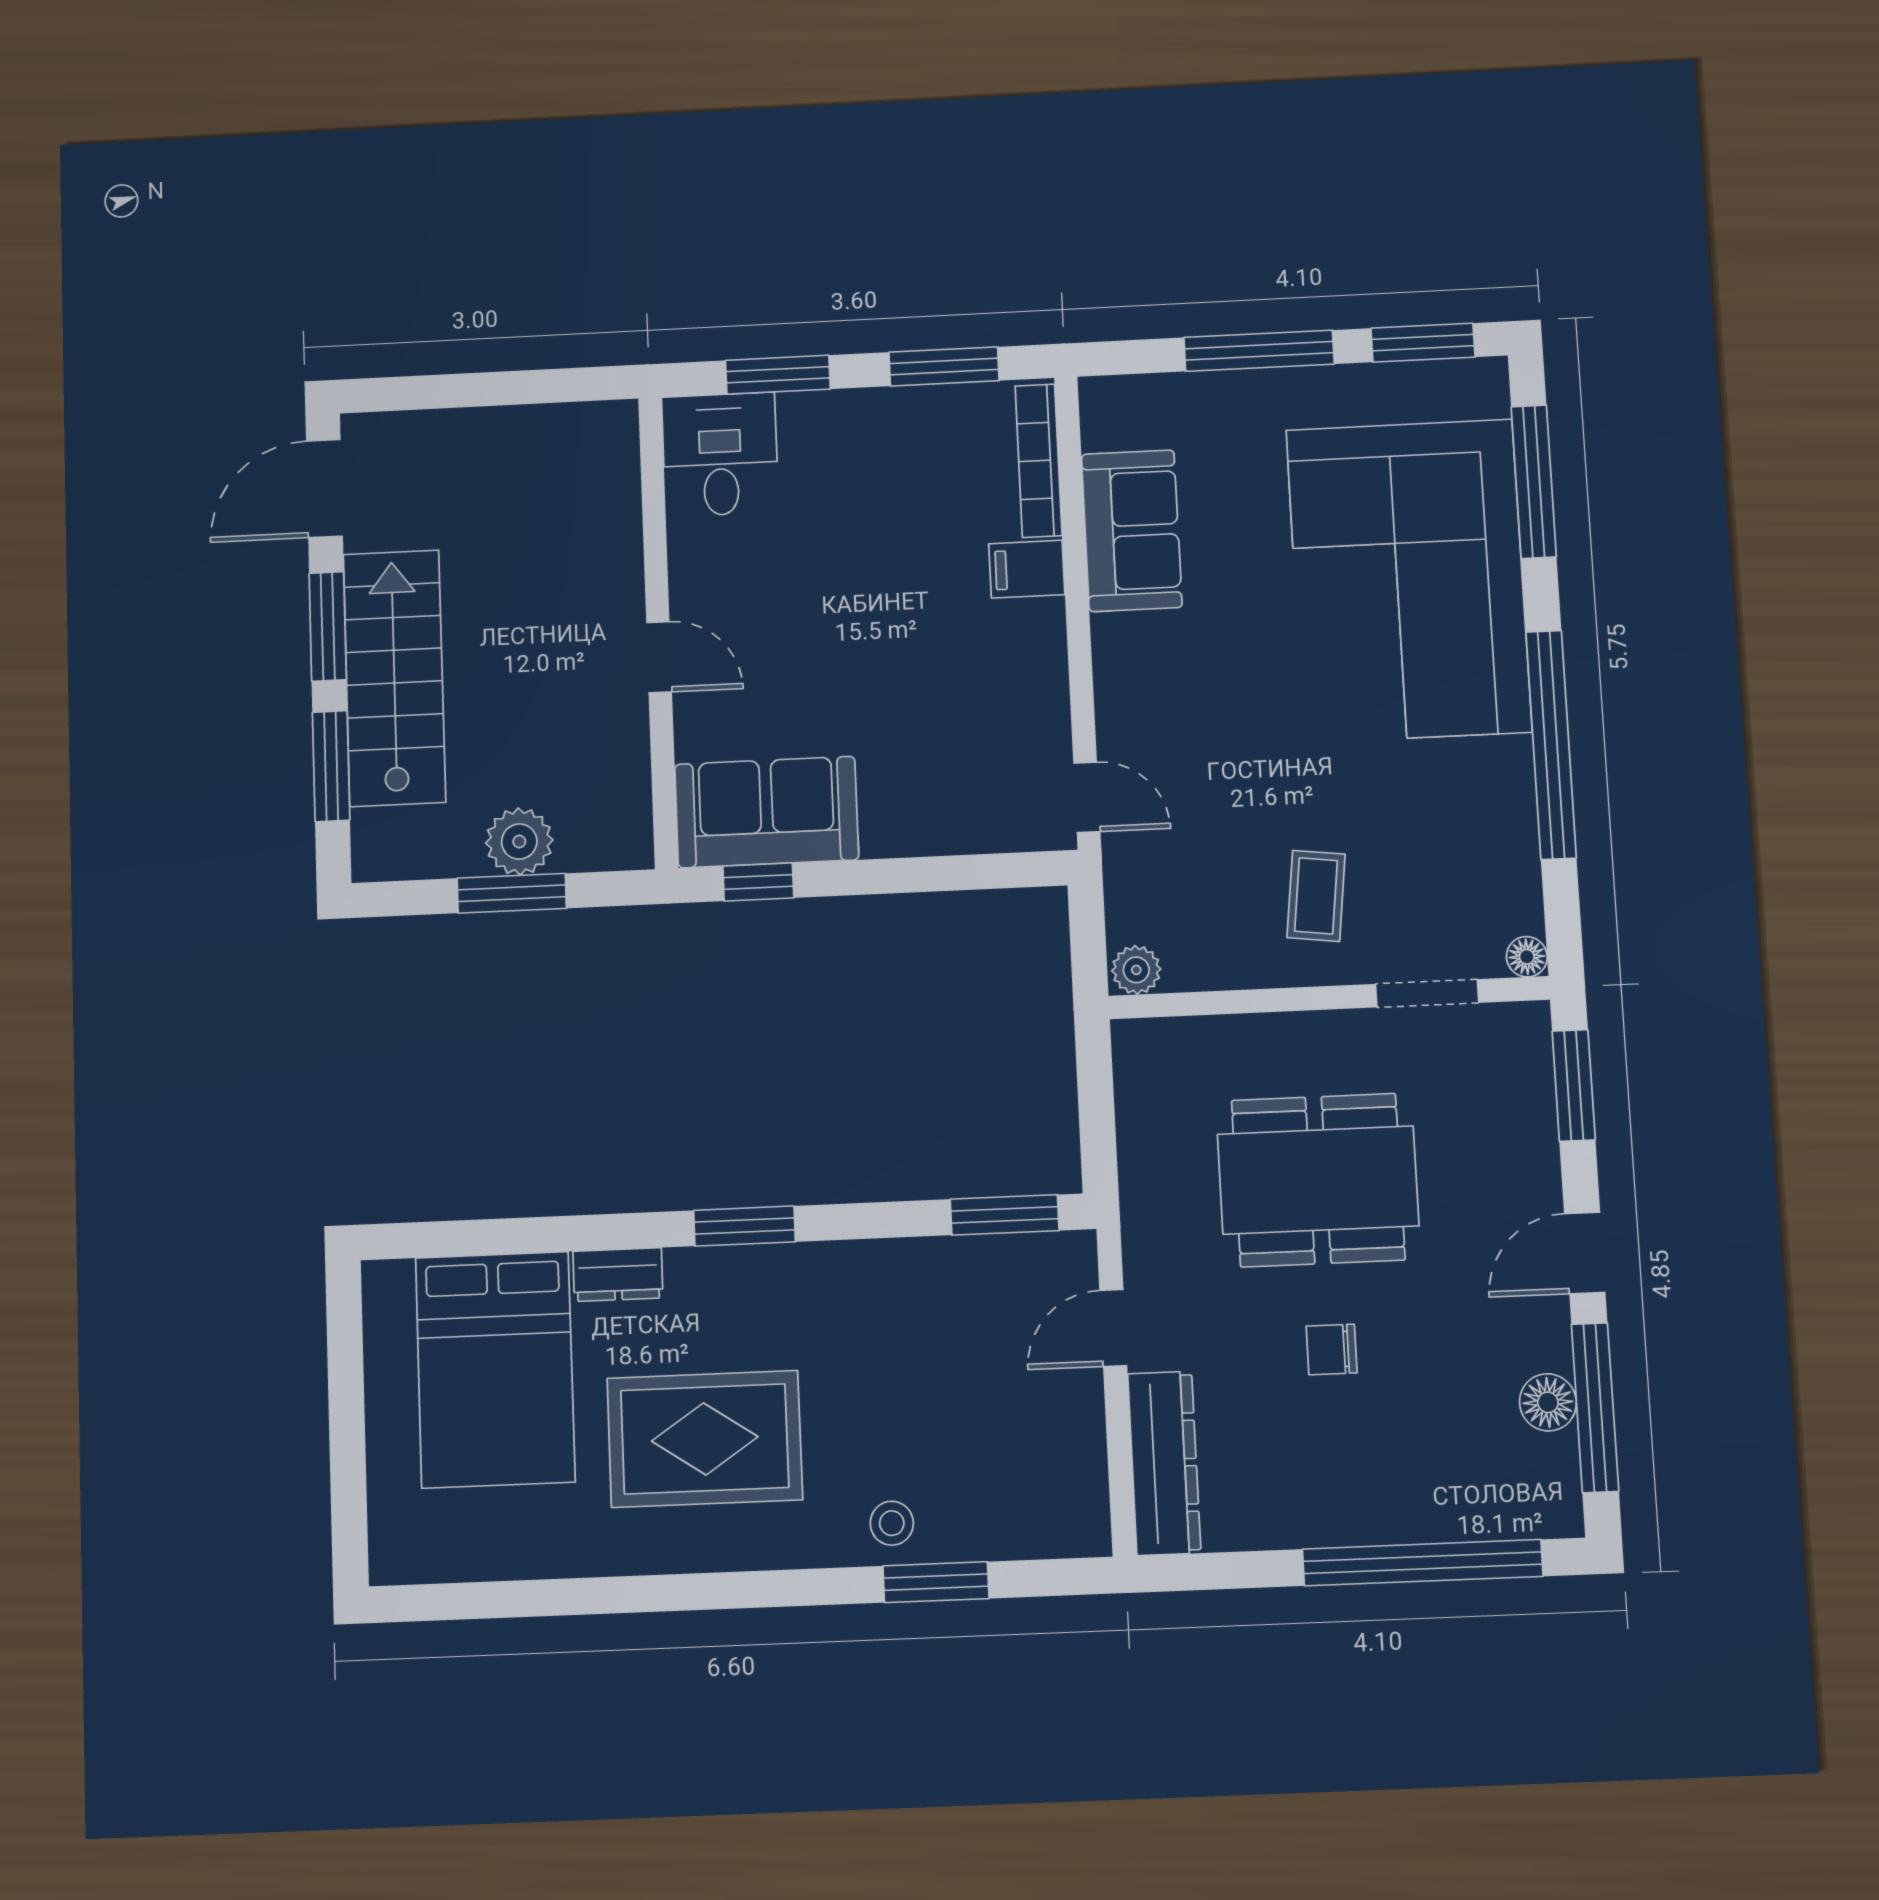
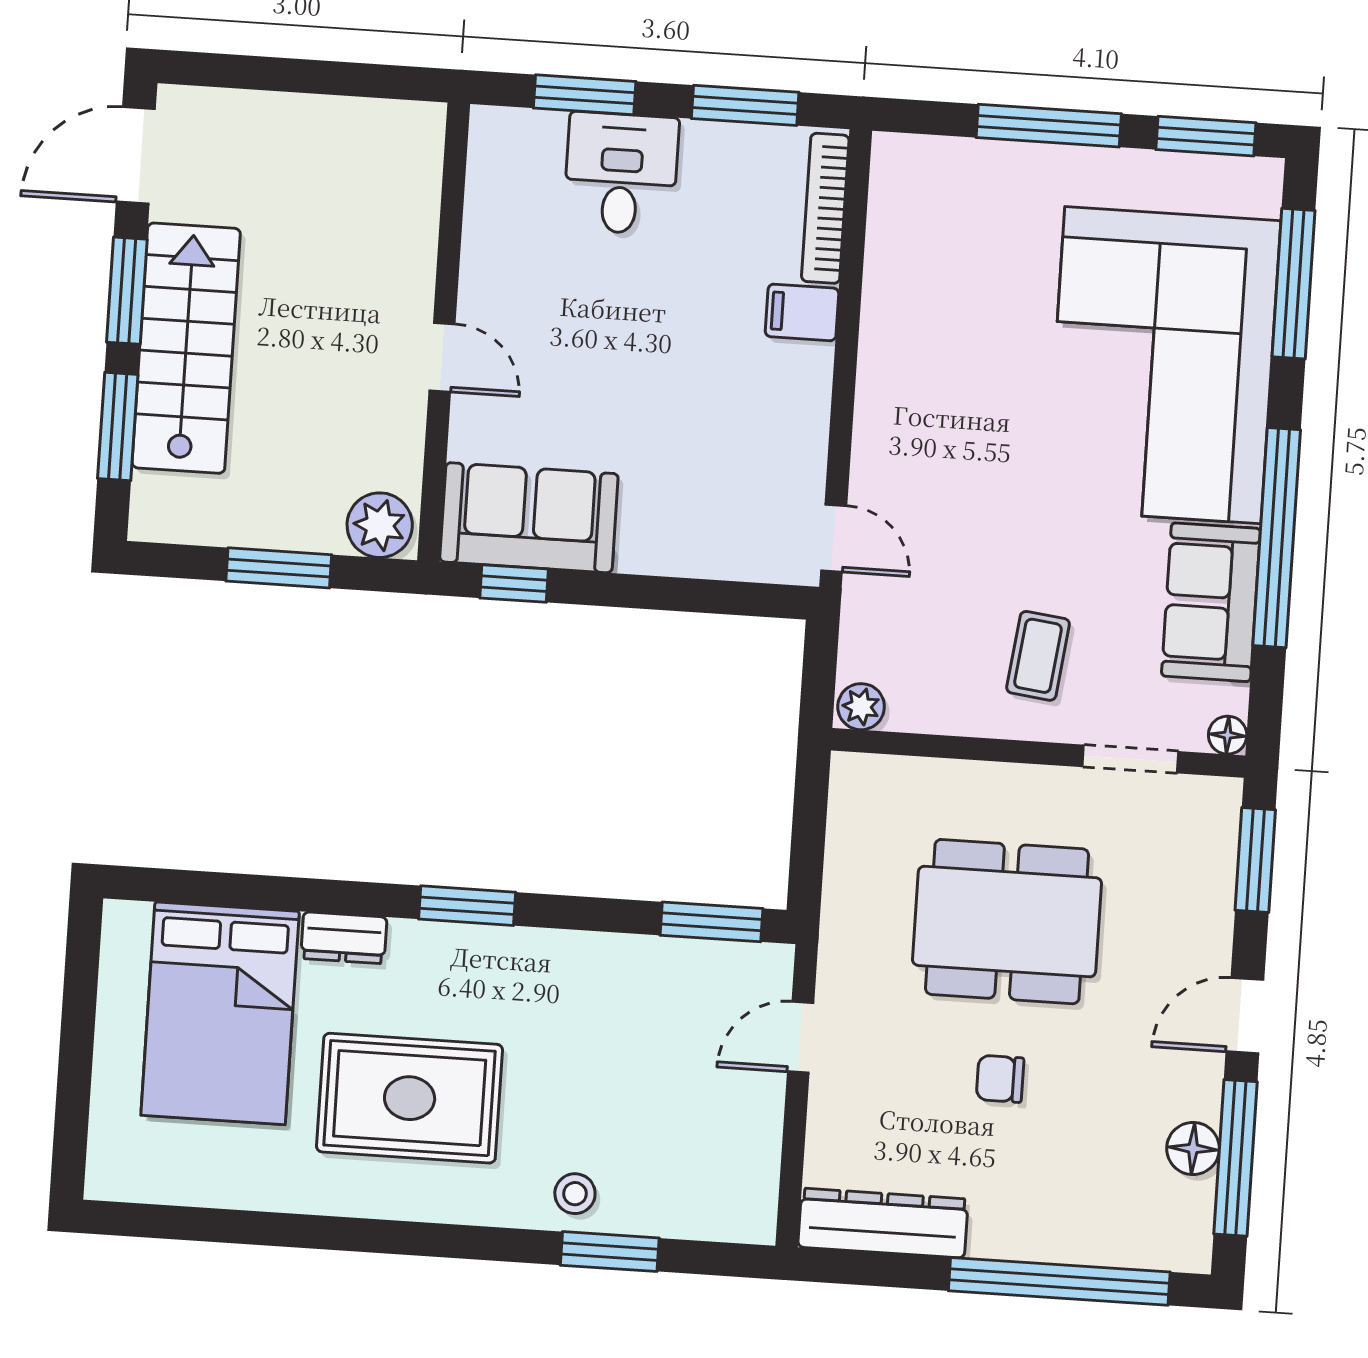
desk: (720, 455) -> (621, 173), moved
sofa: (1132, 531) -> (1211, 602), moved, turned 180
plant: (519, 842) -> (380, 525), moved
dresser: (1164, 1463) -> (883, 1223), moved, turned -90

